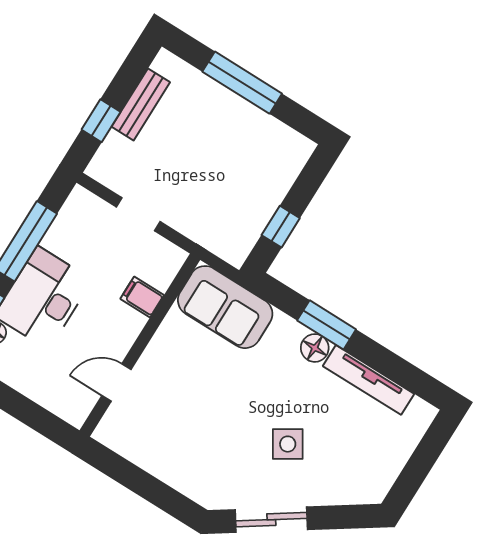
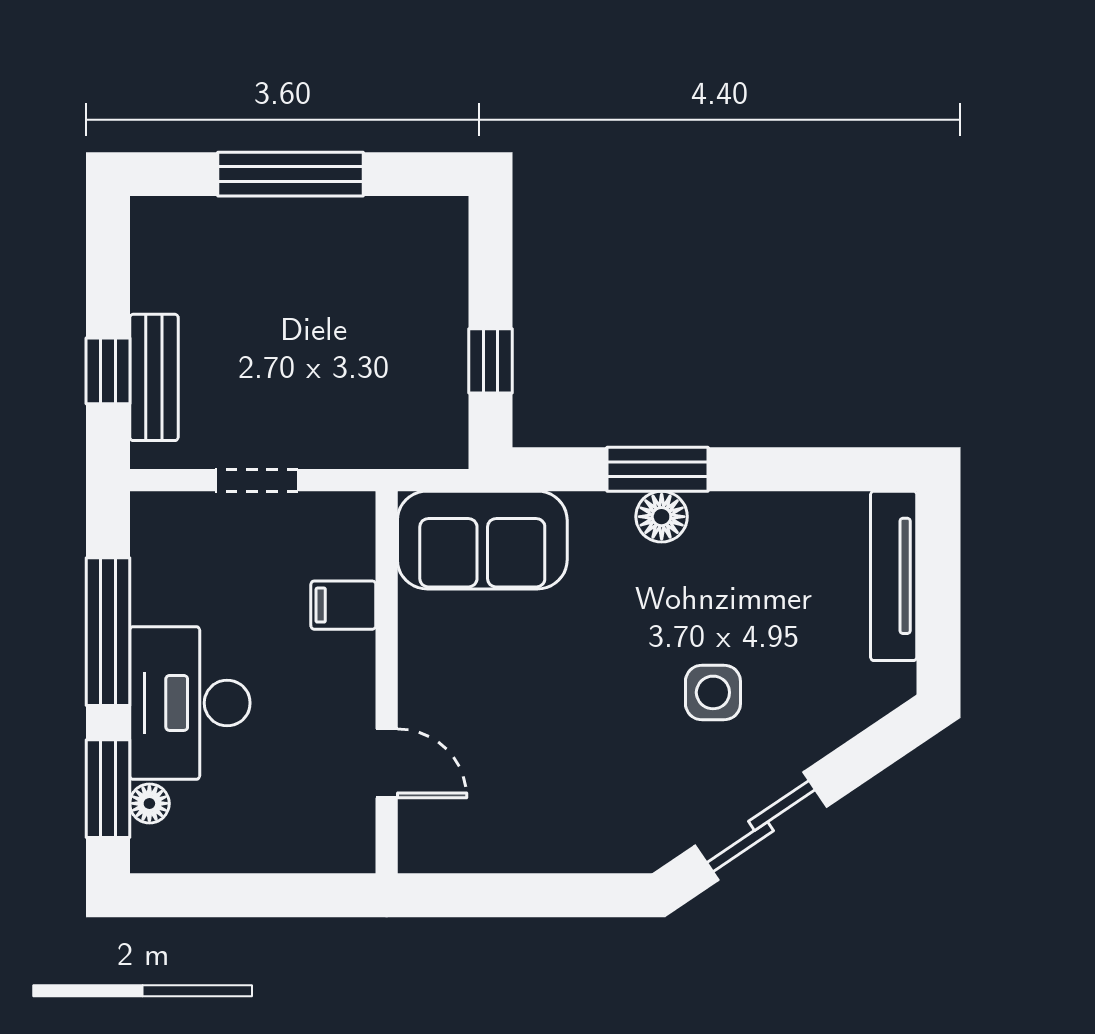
bench: (141, 104) -> (154, 377), moved
tv unit: (369, 380) -> (894, 576), moved, turned 90
door: (116, 383) -> (387, 763), swing flipped
side table: (288, 444) -> (713, 692), turned 32

